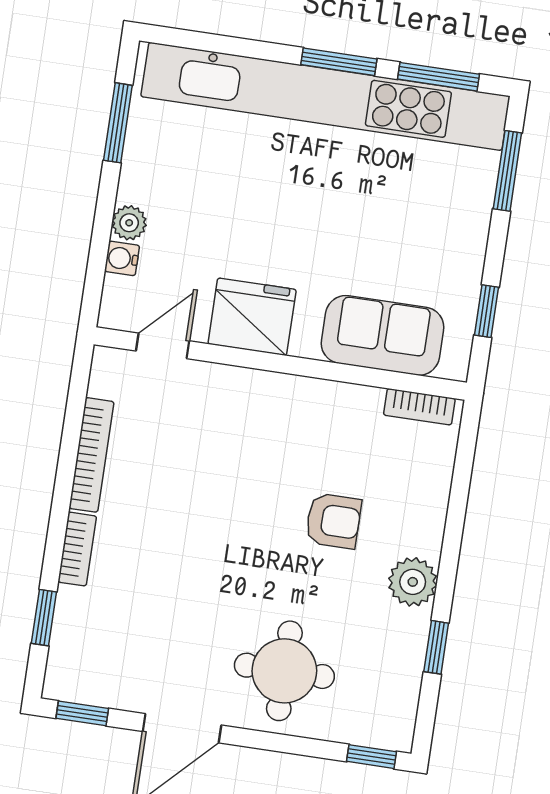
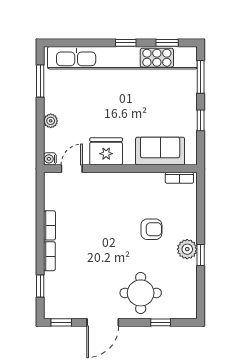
window: (339, 62) -> (126, 43), width x0.67
window: (439, 77) -> (167, 43), width x0.67
water cooler: (122, 258) -> (50, 159), moved
window: (486, 311) -> (201, 120), moved
bookcase: (91, 455) -> (49, 225), width x0.64
window: (436, 647) -> (201, 255), moved
window: (372, 757) -> (161, 322), moved

